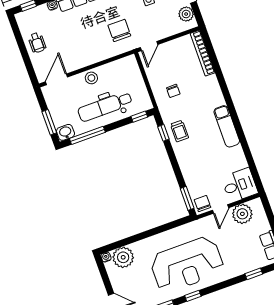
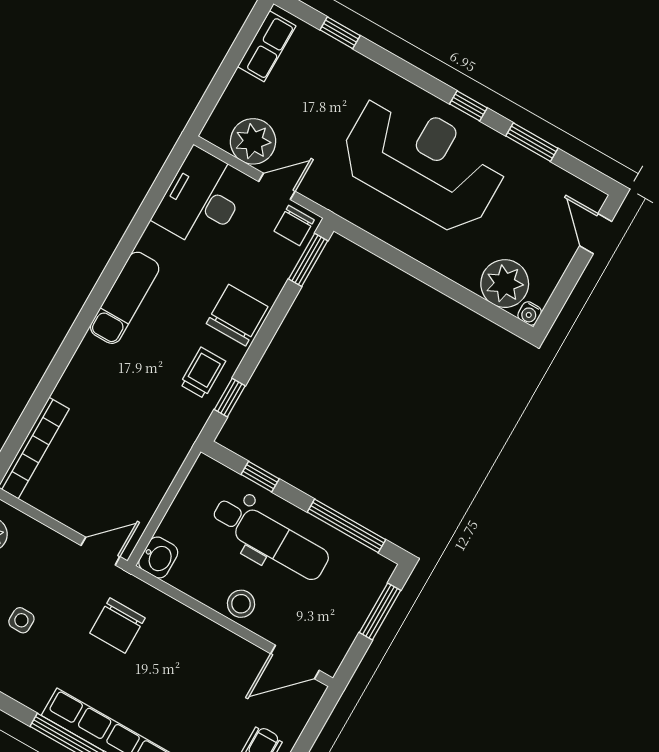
chair: (173, 91) -> (237, 315), moved, width x1.87, depth x1.87
window: (139, 117) -> (260, 477), moved
washbasin: (65, 132) -> (158, 557), moved, turned -90
desk: (240, 185) -> (202, 199), width x1.37

